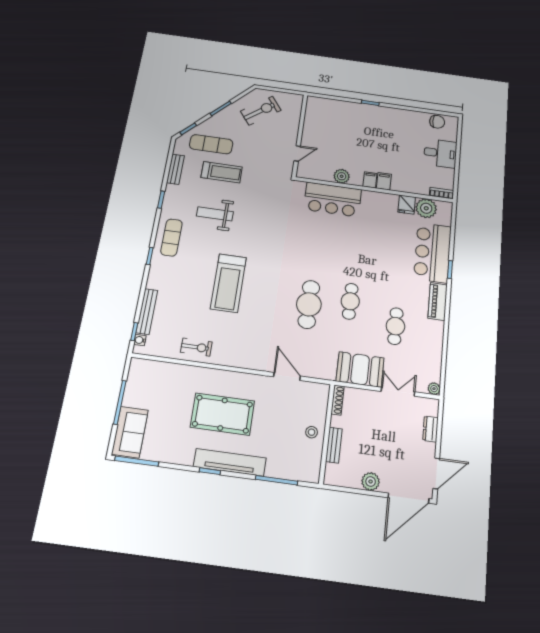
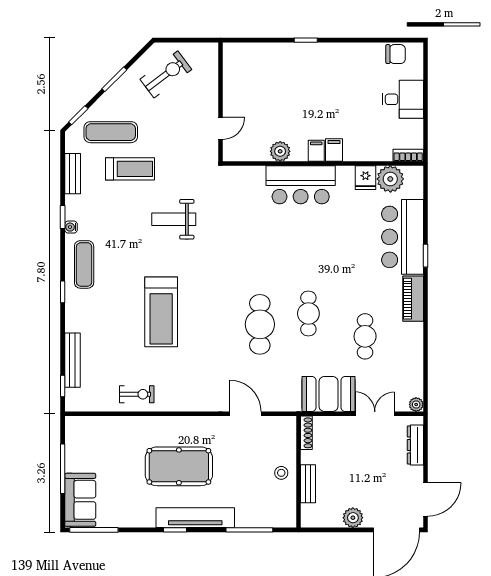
bar counter: (333, 199) -> (301, 185), moved
weight bench: (215, 214) -> (174, 219), moved
water cooler: (140, 340) -> (71, 227), moved
dresser: (430, 429) -> (415, 445), width x1.44

